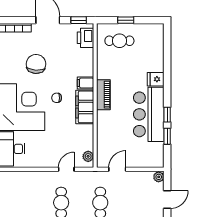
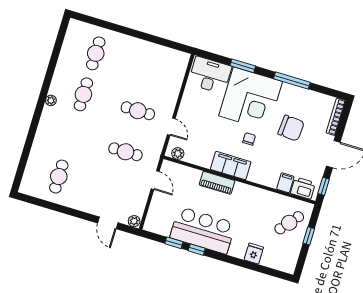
cafe table: (119, 41) -> (289, 223), turned 40
fridge: (156, 79) -> (254, 254), moved
filing cabinet: (85, 83) -> (285, 183), moved
piano: (103, 95) -> (217, 183), moved

